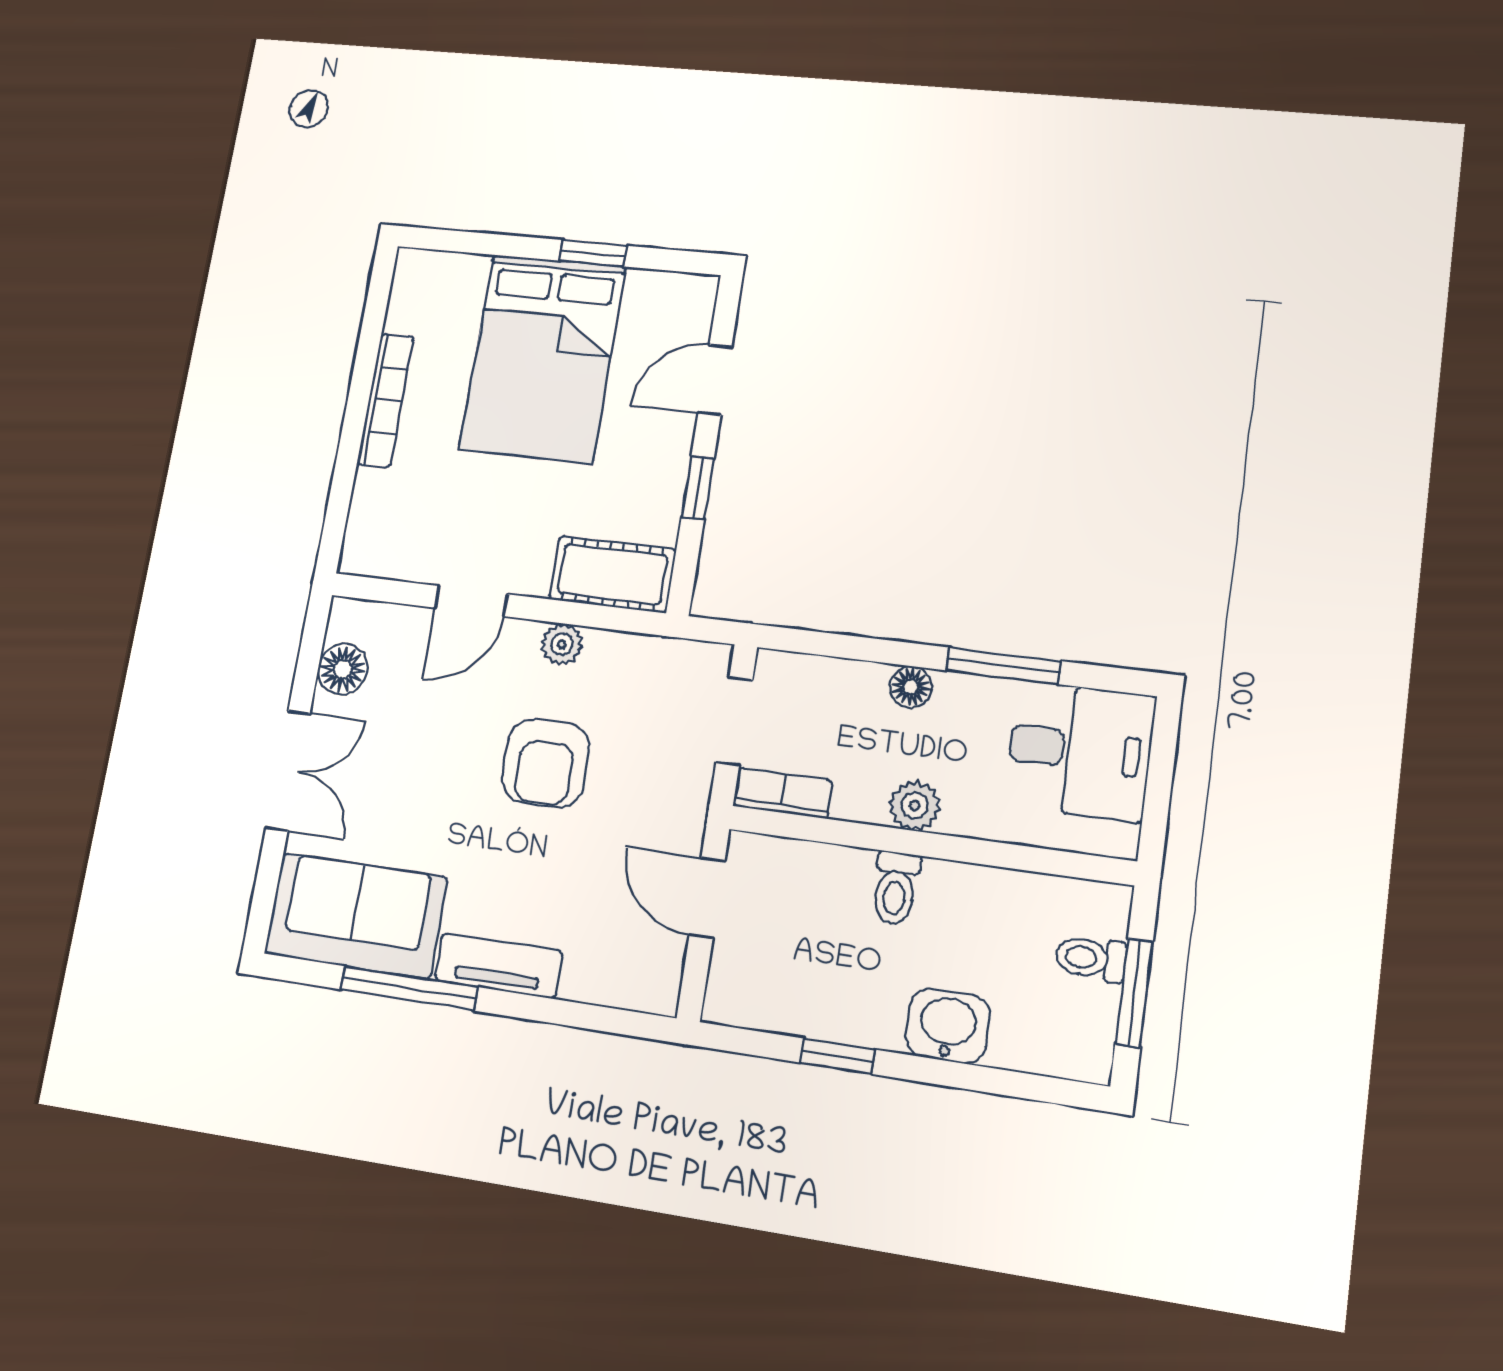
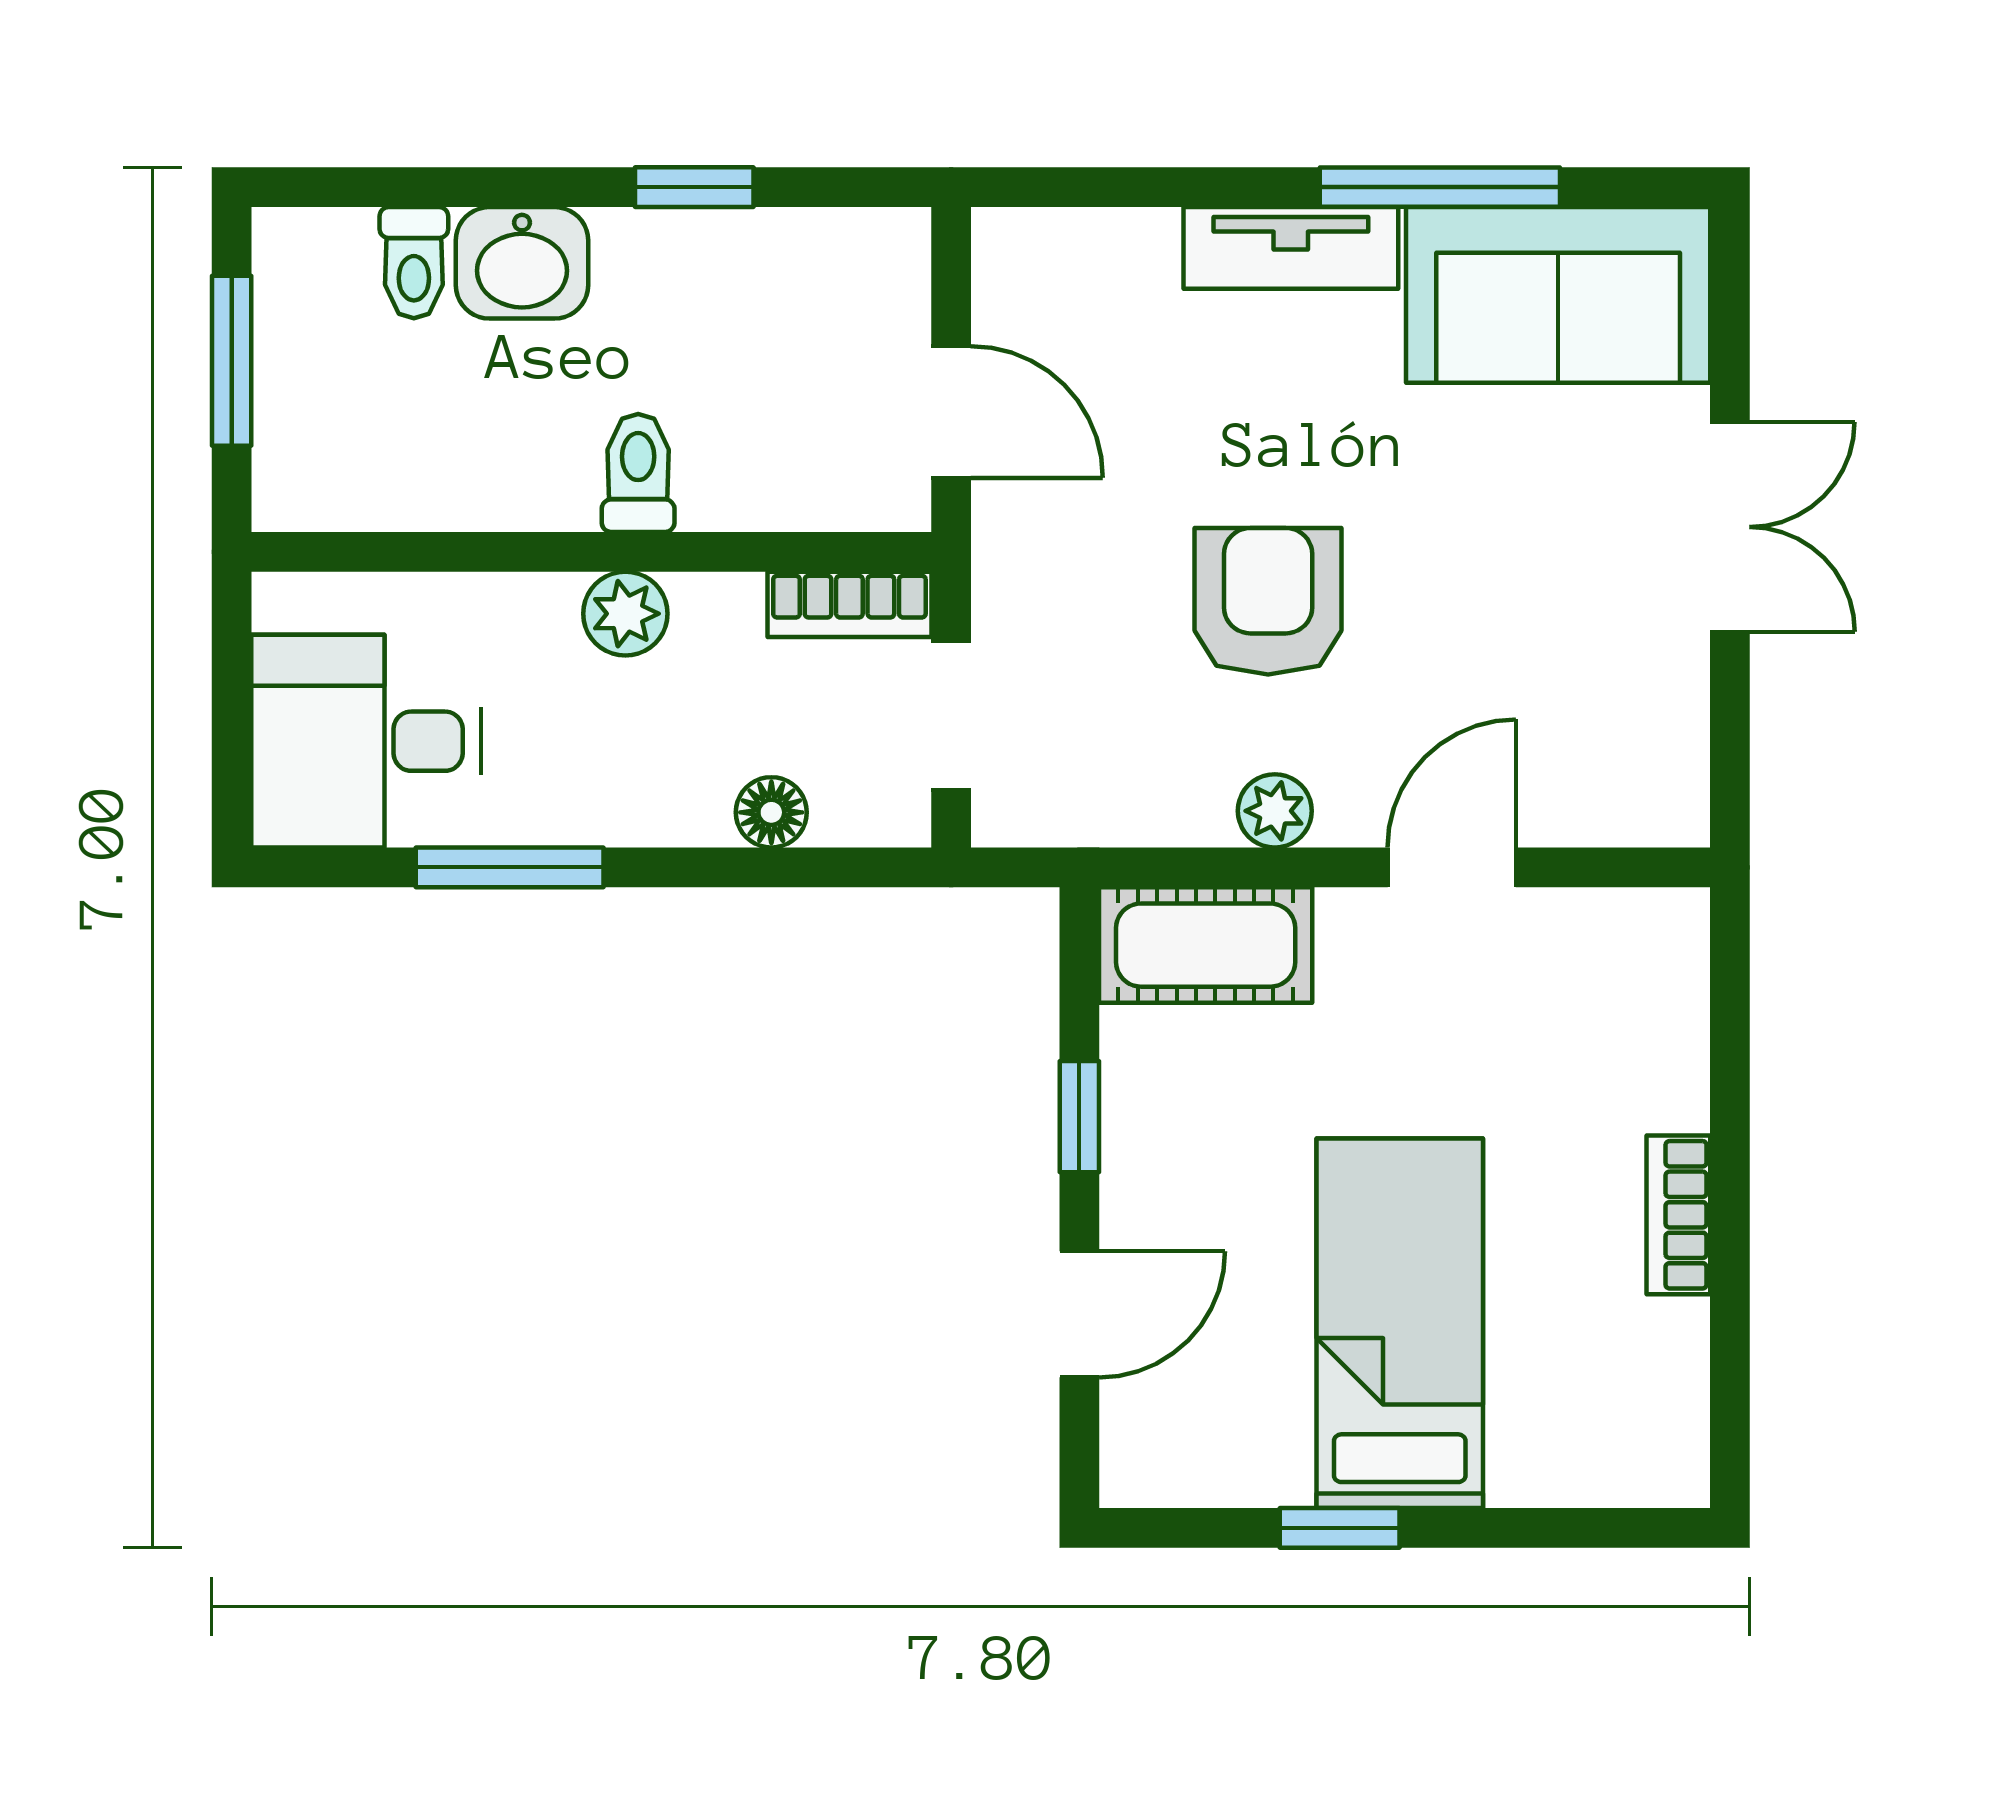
bed: (542, 358) -> (1400, 1323), width x0.67
bookcase: (385, 400) -> (1678, 1215), width x0.64
floor lamp: (343, 669) -> (1664, 718), removed
floor lamp: (911, 687) -> (771, 812), moved
double door: (288, 770) -> (1730, 527), swing flipped
toilet: (1091, 958) -> (414, 263), moved, turned 90

